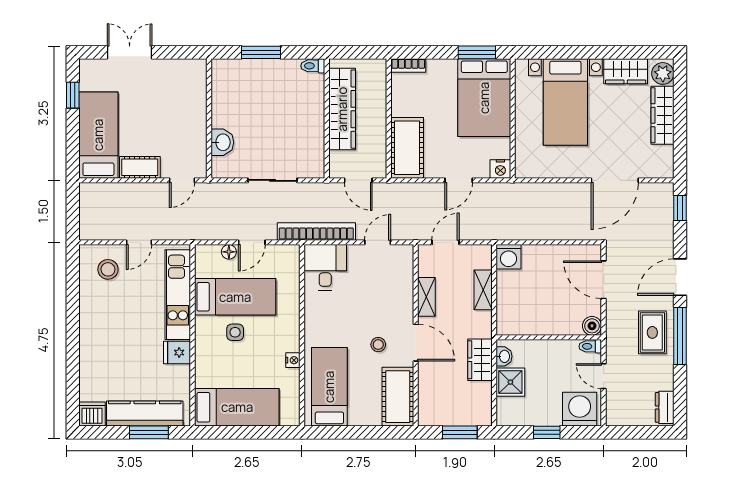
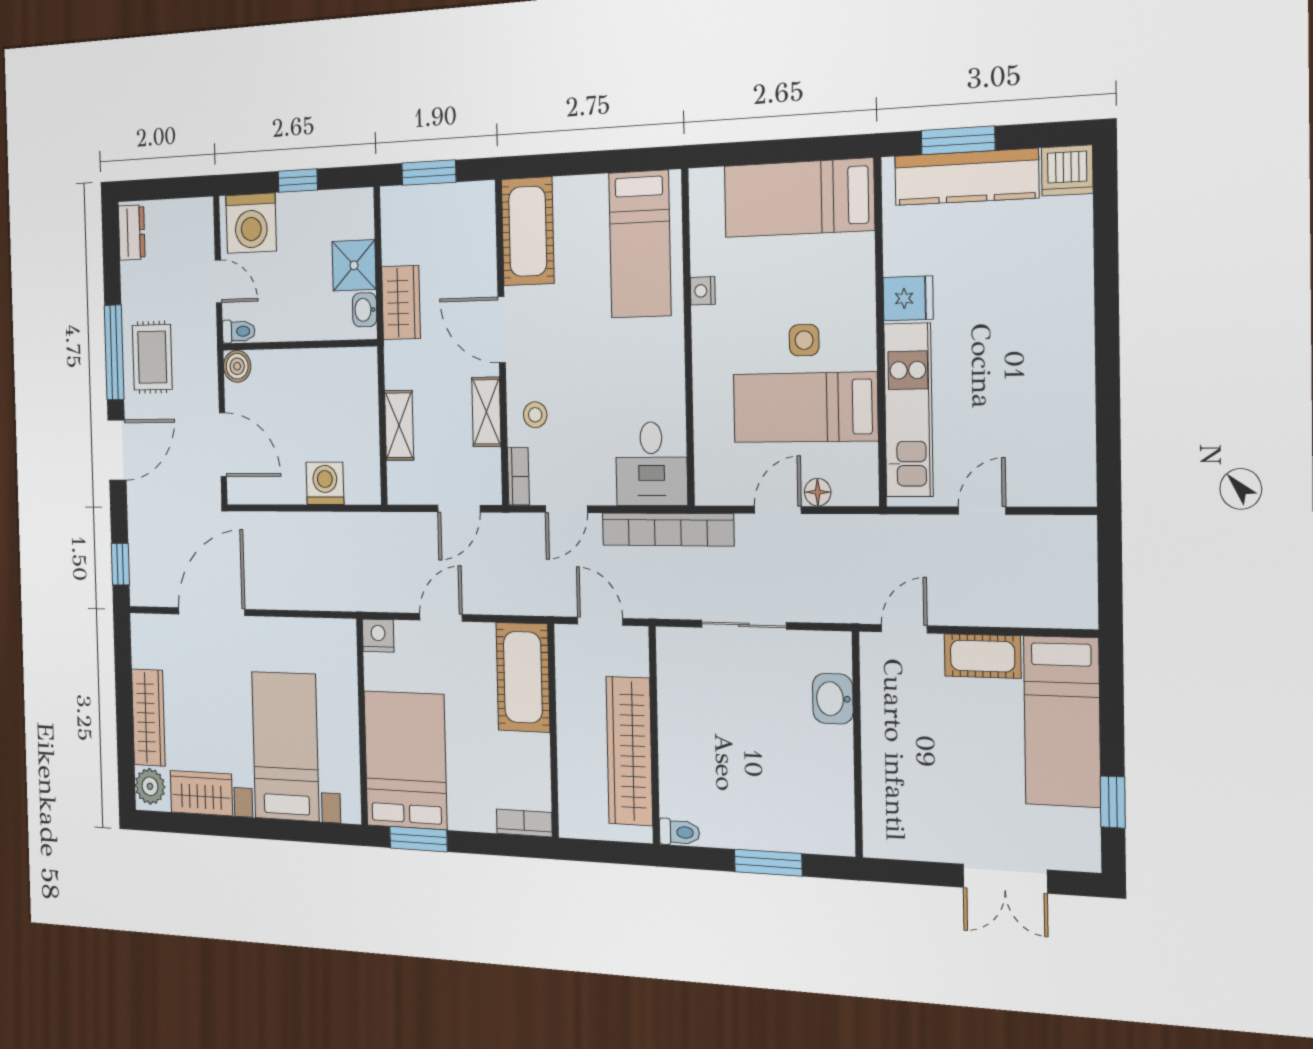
washing machine: (509, 257) -> (325, 483), moved
bookcase: (407, 261) -> (518, 476), added
stool: (108, 269) -> (1040, 458), removed
stool: (378, 345) -> (535, 415), moved

